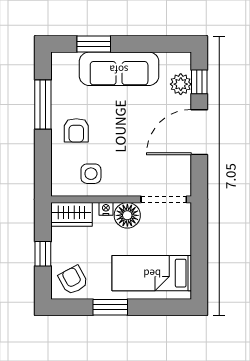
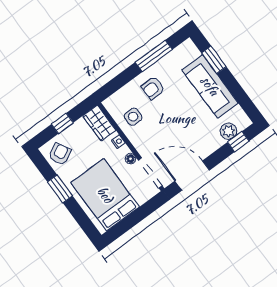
door: (199, 132) -> (192, 176), moved
floor lamp: (127, 215) -> (130, 159), width x0.53, depth x0.53
bed: (152, 273) -> (105, 195), width x1.50

